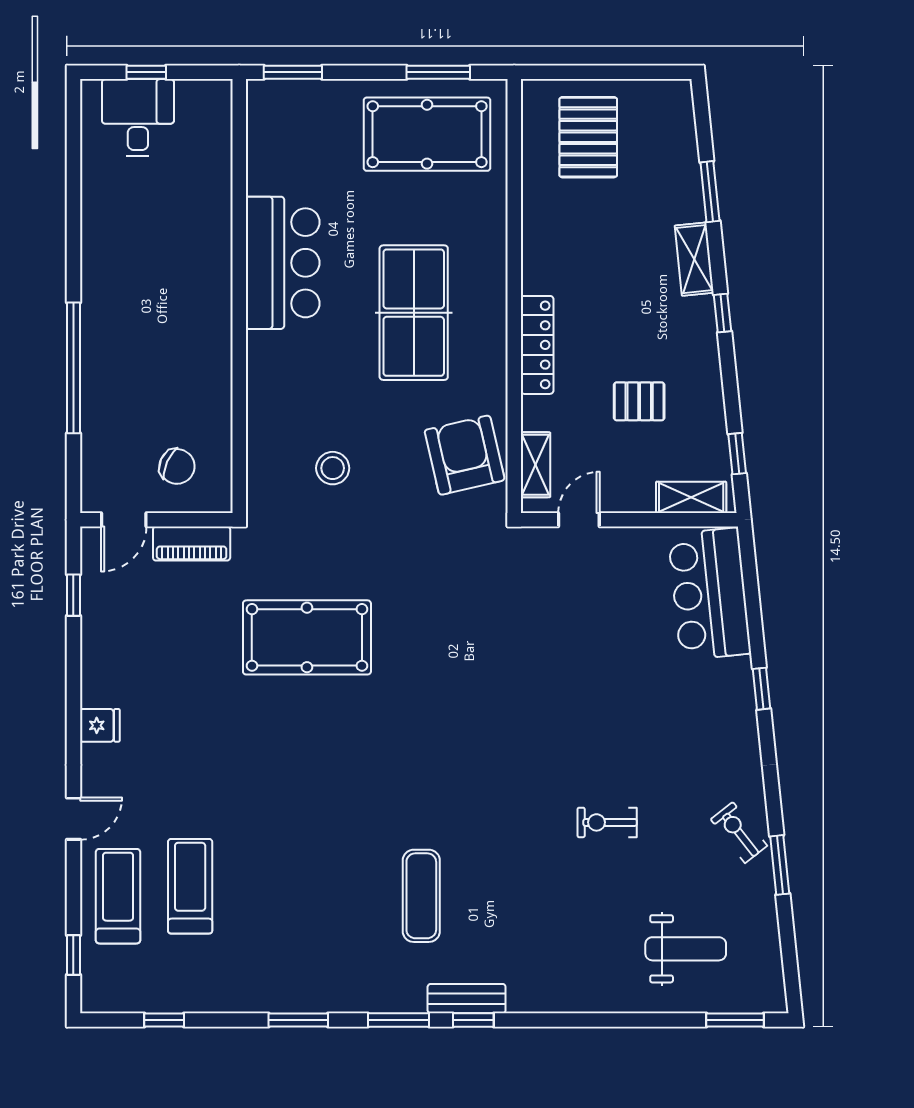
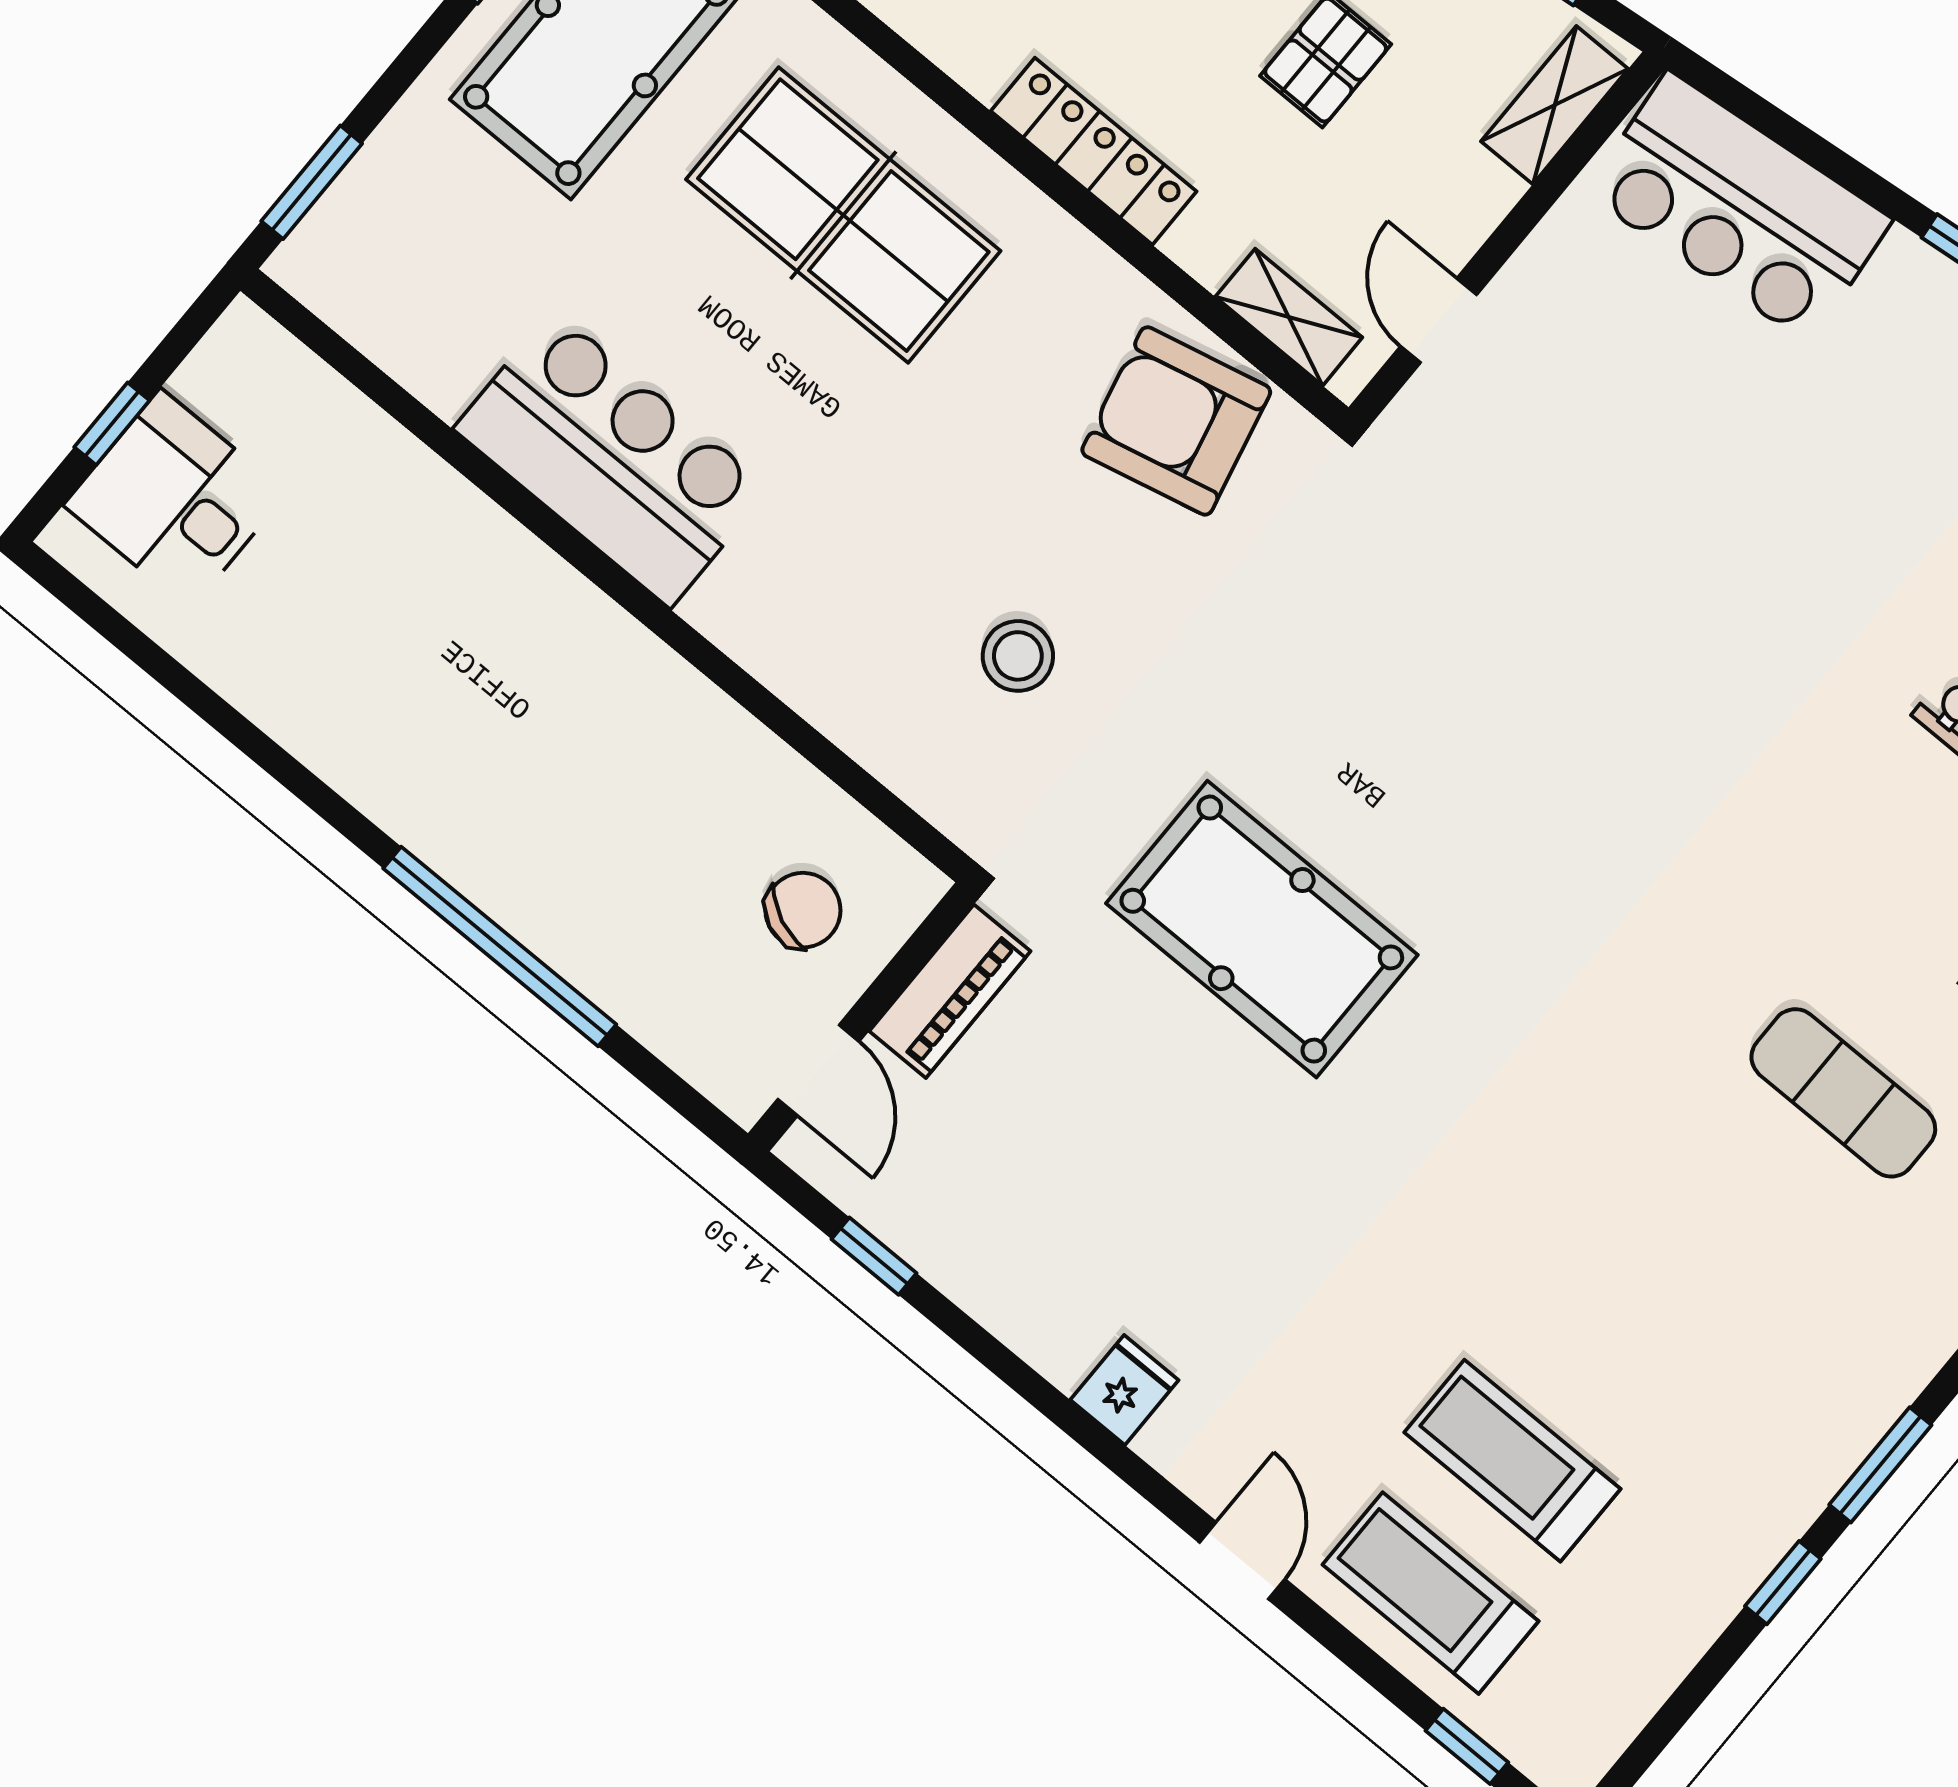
table tennis table: (414, 313) -> (843, 215), moved
pool table: (307, 637) -> (1262, 929), turned 90
window: (164, 1020) -> (1783, 1583), moved

